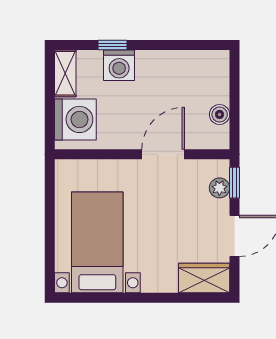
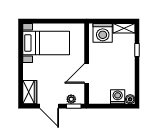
washing machine: (119, 65) -> (118, 97), moved, turned 90
boiler: (220, 114) -> (130, 99), moved
door: (163, 154) -> (87, 73), swing flipped

